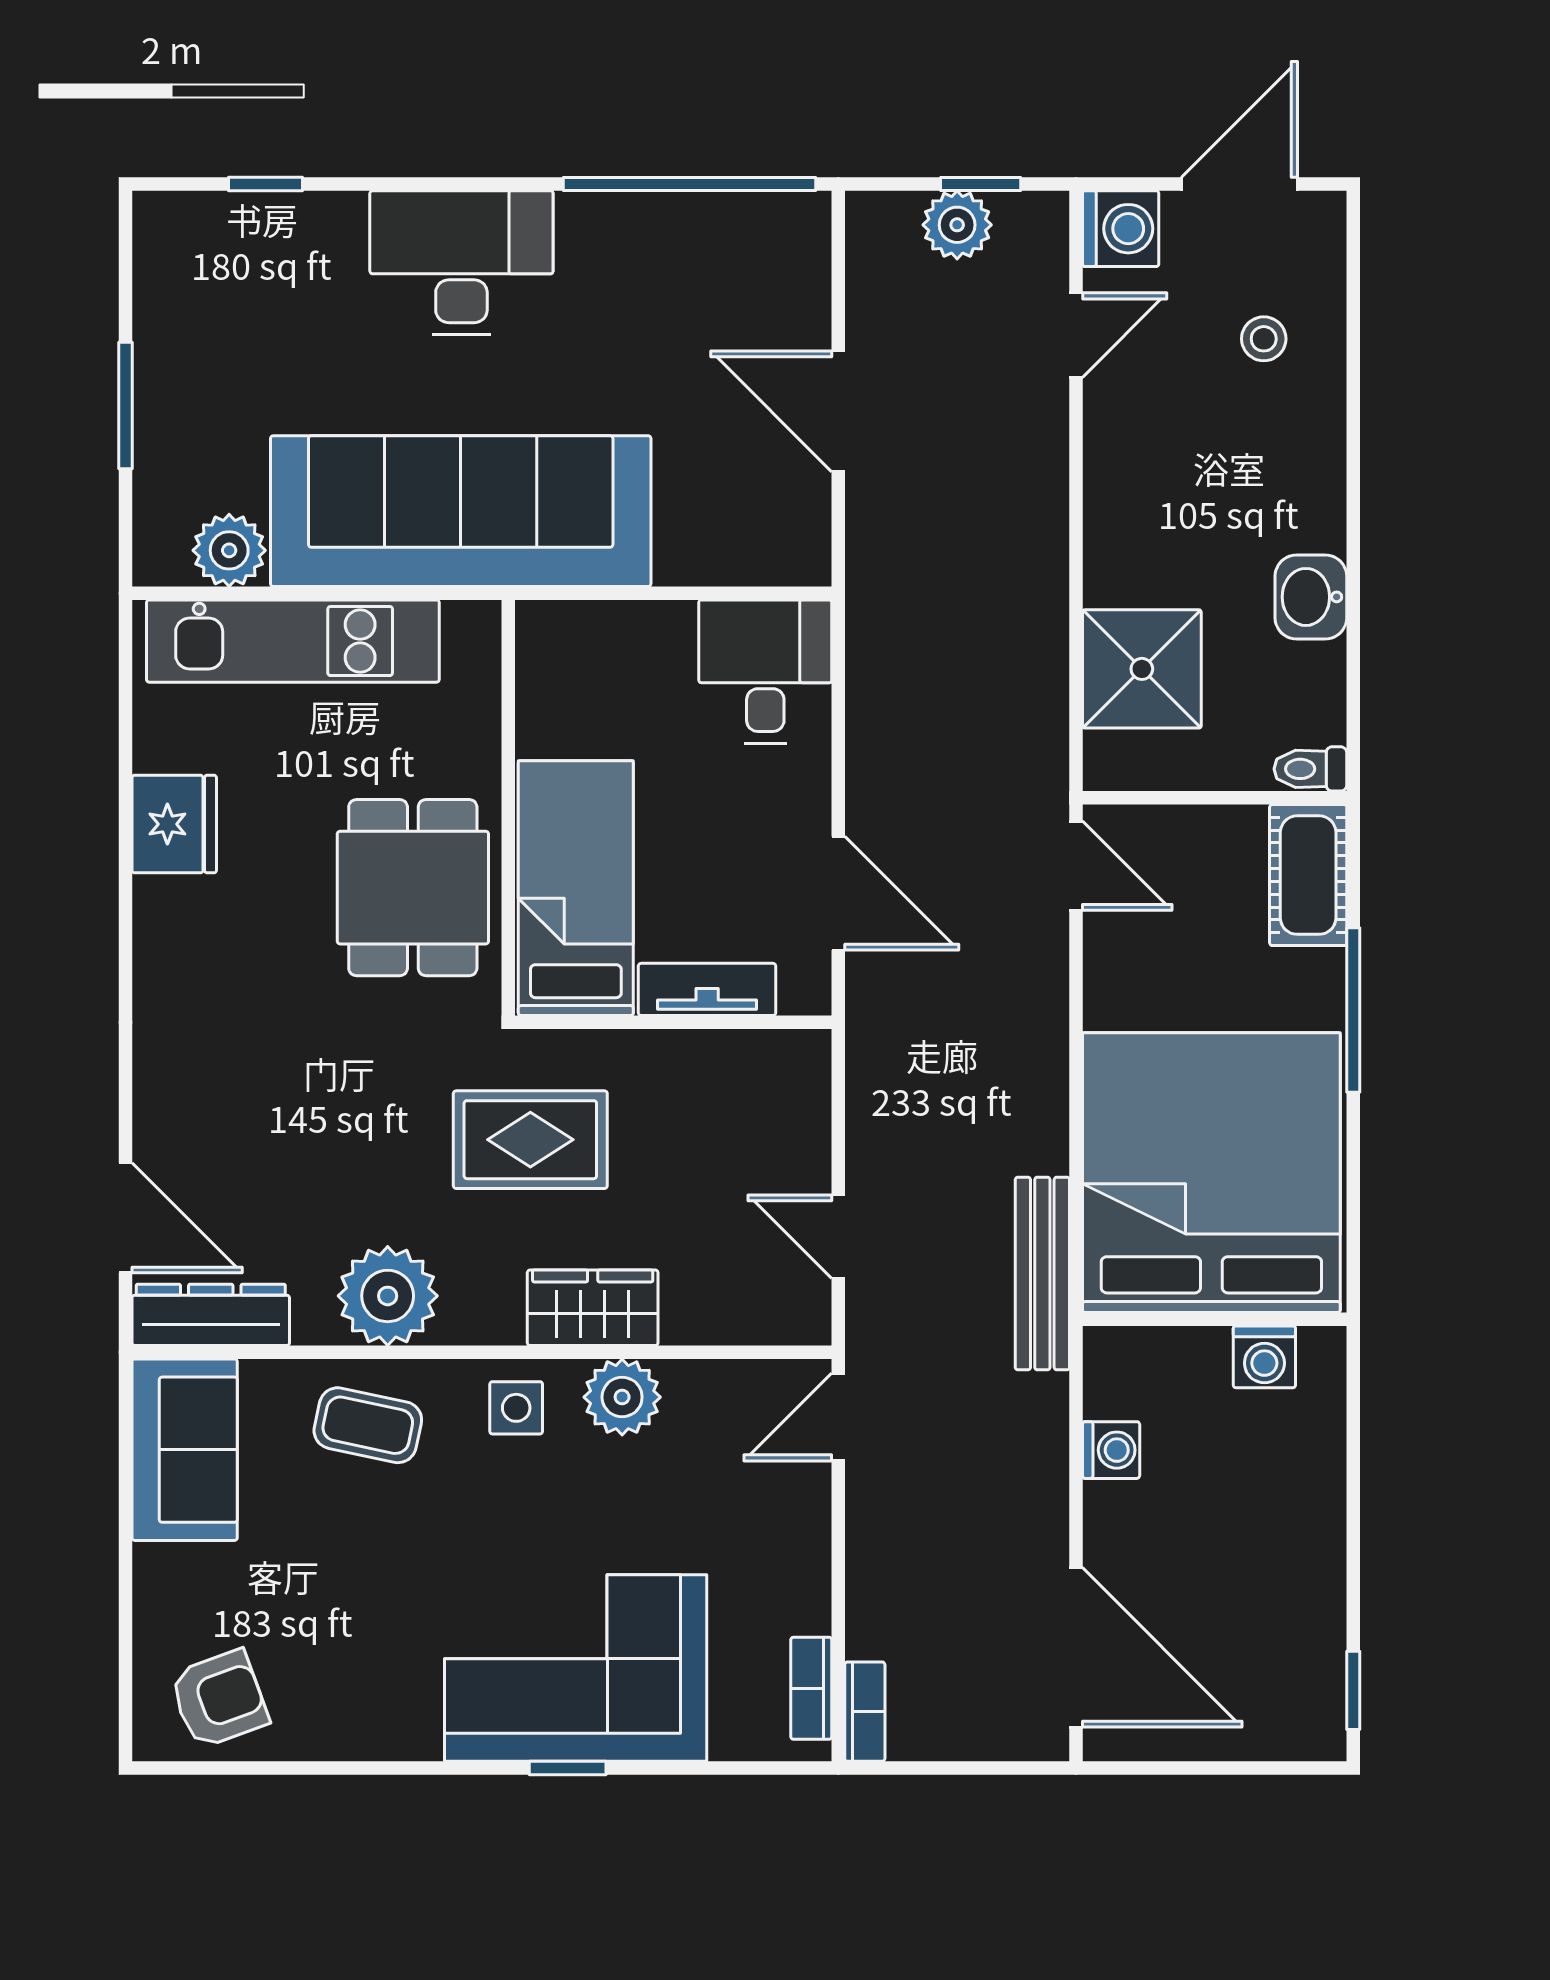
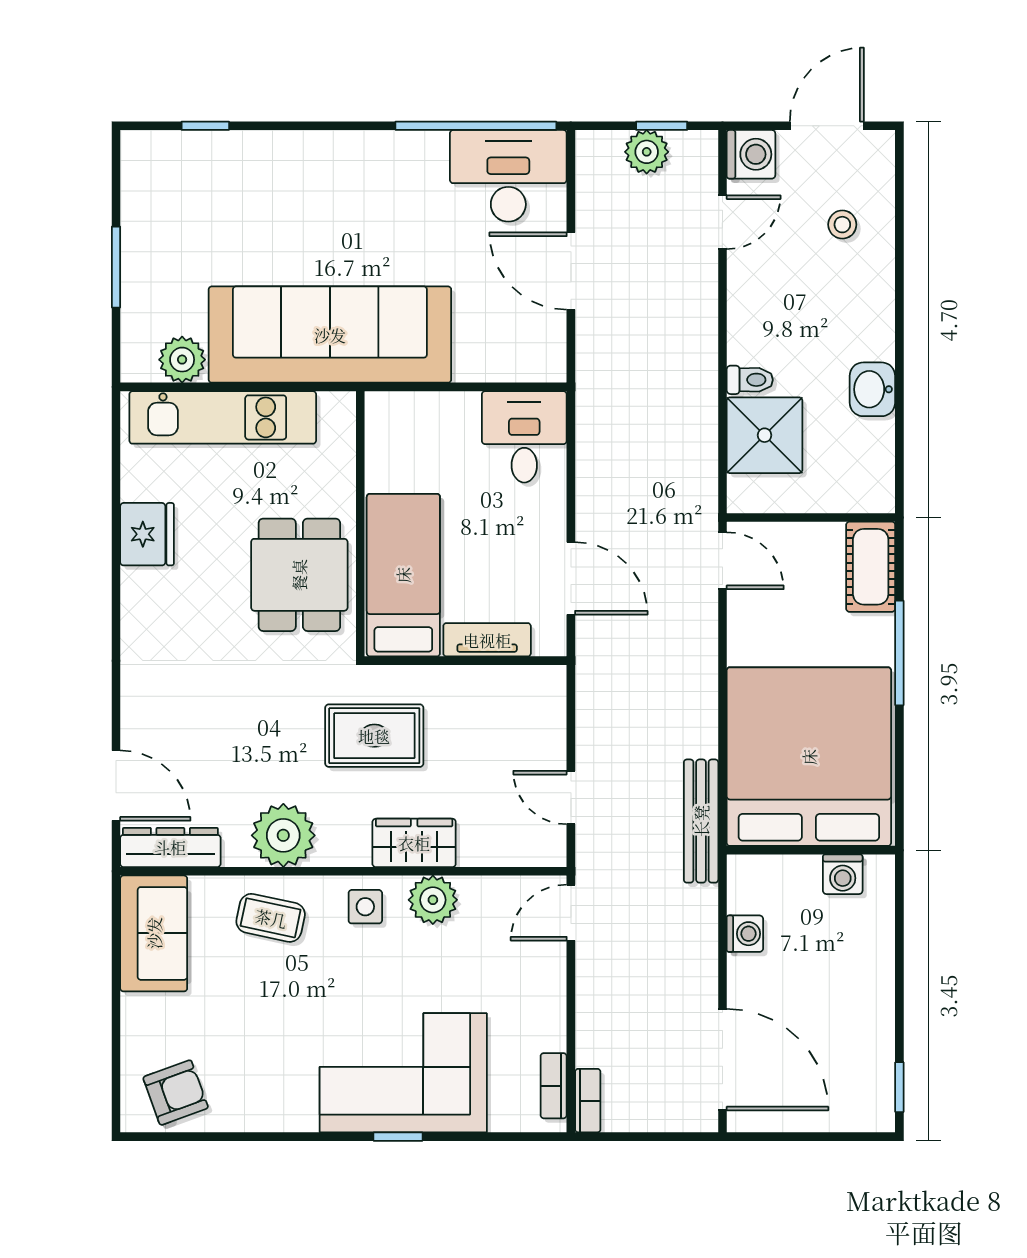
desk: (461, 262) -> (508, 176), moved
toilet: (1310, 769) -> (750, 380), moved, turned 180

